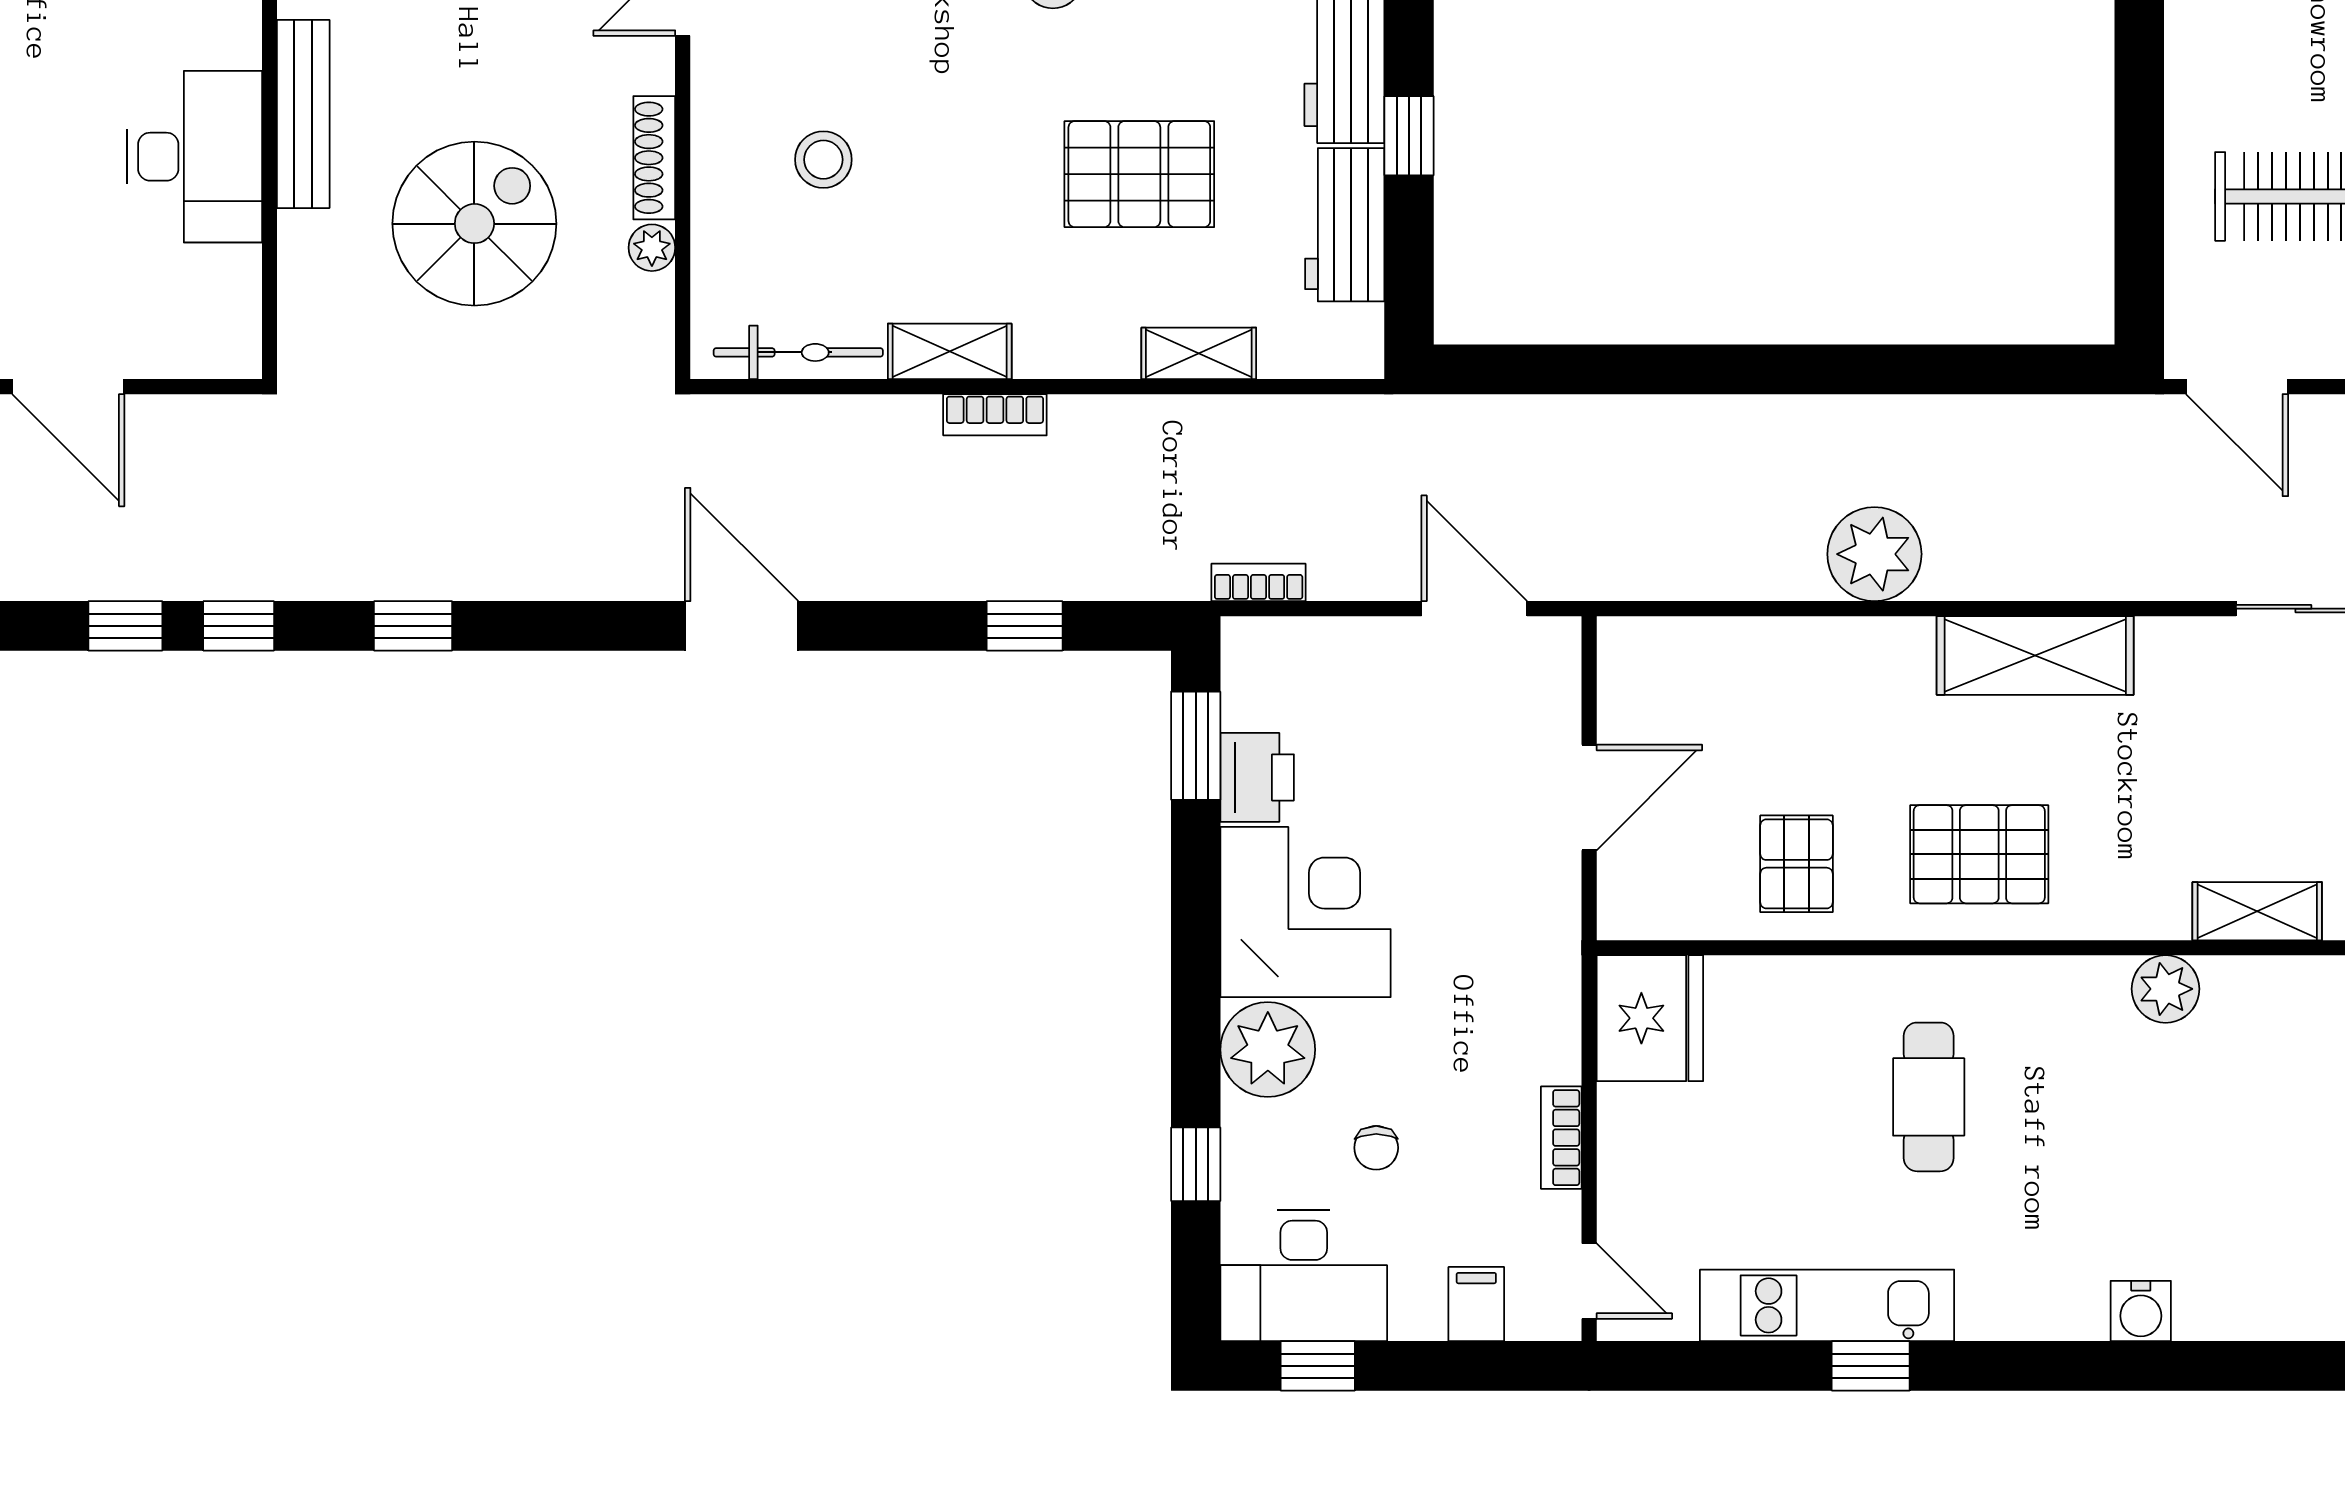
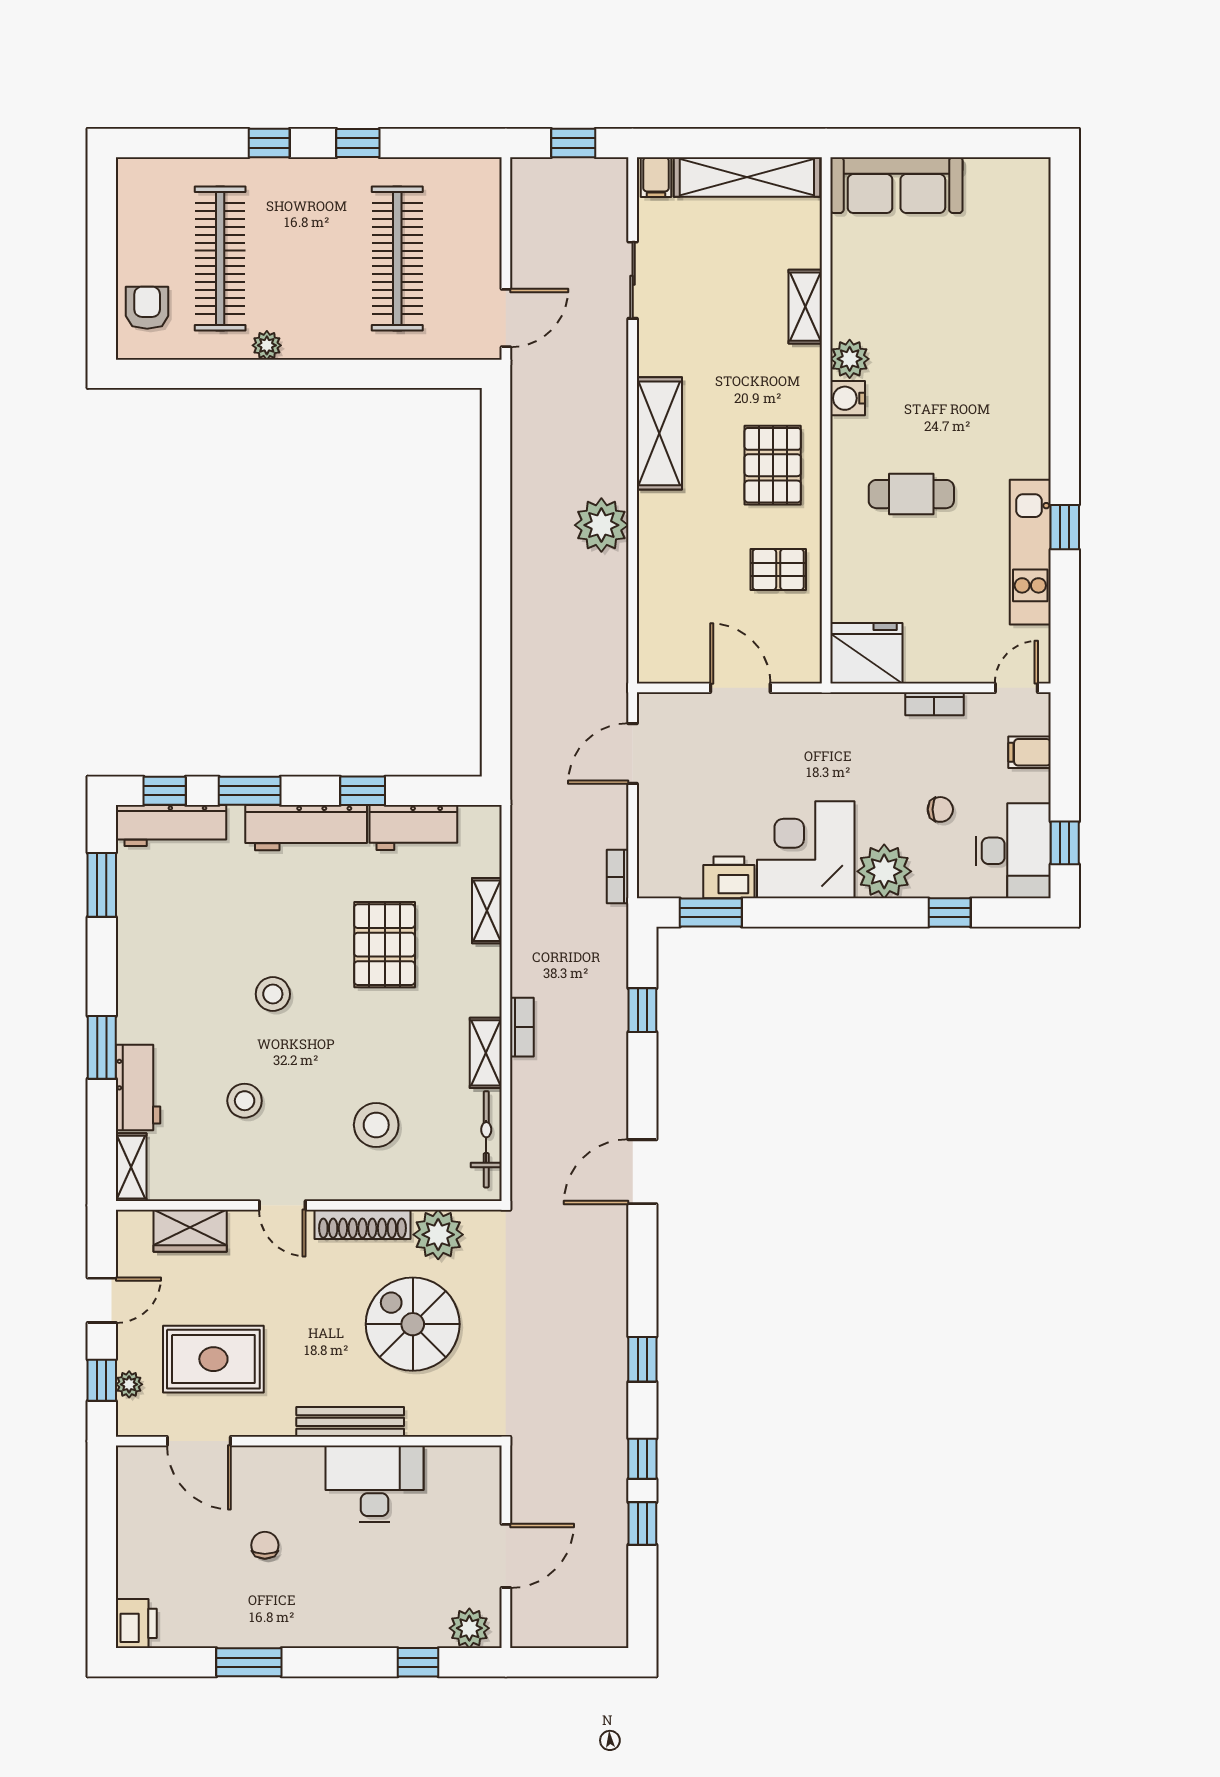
shoe rack: (654, 158) -> (362, 1224), width x1.36, depth x1.24
stool: (823, 160) -> (376, 1125), width x1.38, depth x1.38
plant: (652, 248) -> (438, 1235), width x1.88, depth x1.88
water cooler: (2141, 1311) -> (848, 398), moved, turned 180

